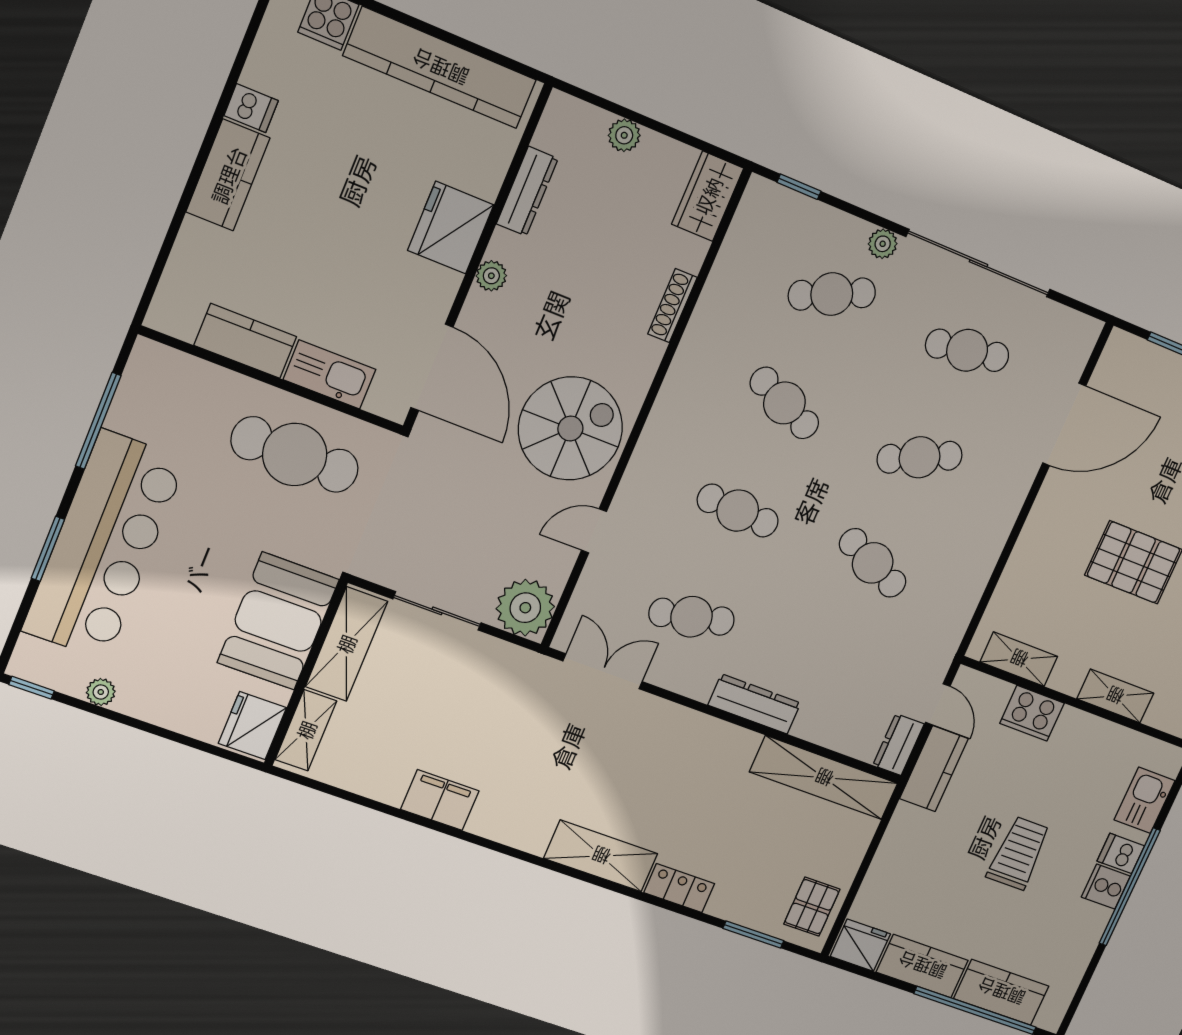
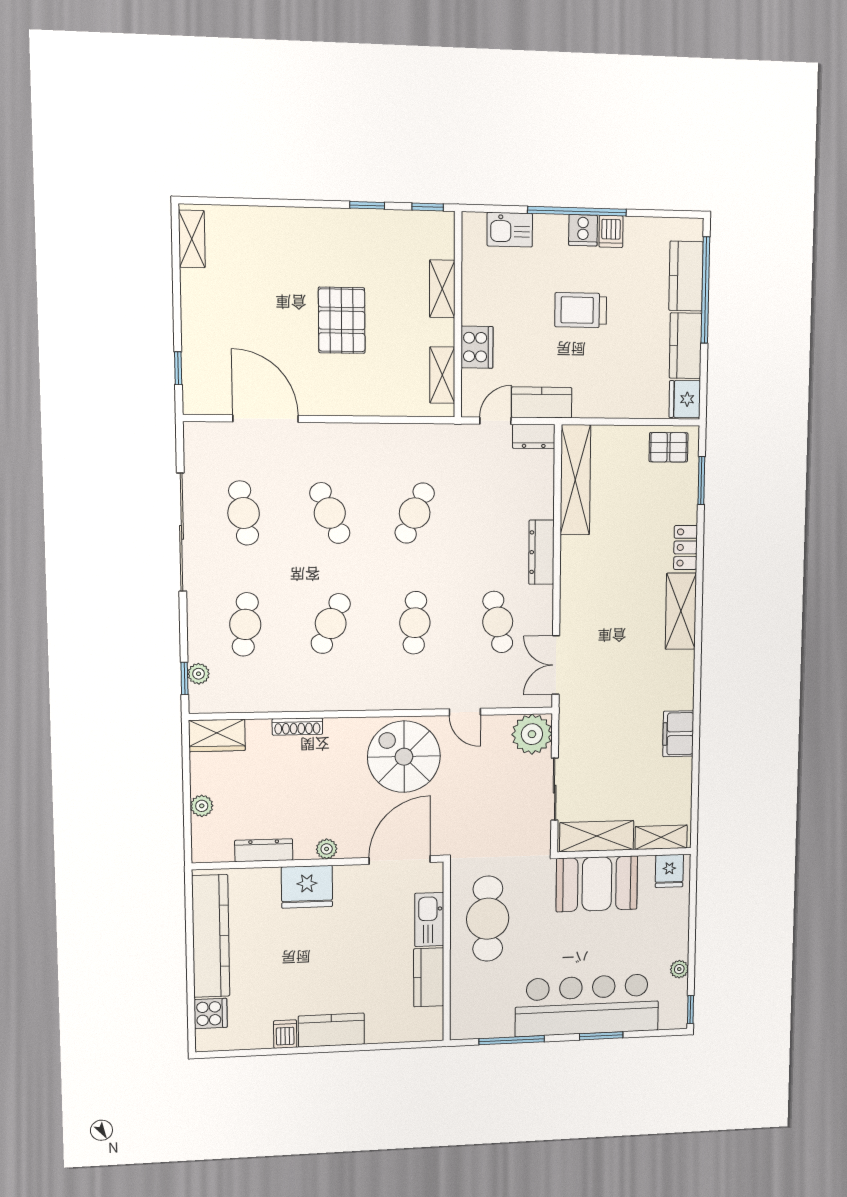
plant: (883, 244) -> (199, 674), moved
cafe table: (832, 294) -> (245, 624), turned 30
fridge: (252, 726) -> (669, 871), width x0.72
dishwasher: (1121, 853) -> (611, 231), moved

